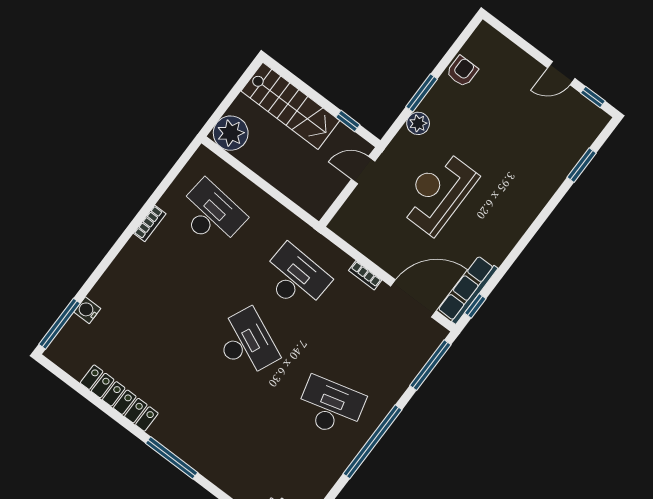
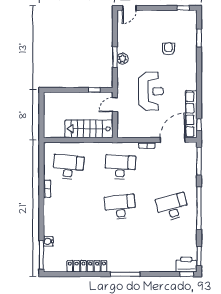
armchair: (462, 71) -> (168, 49), moved
door: (561, 73) -> (129, 8), moved
stairs: (290, 106) -> (89, 129), moved, turned 180
plant: (418, 123) -> (123, 59), moved
plant: (231, 133) -> (52, 129), removed
reception desk: (438, 193) -> (151, 91), turned 180
row of seats: (468, 290) -> (191, 114), width x1.36
desk: (246, 343) -> (120, 207), turned -30

